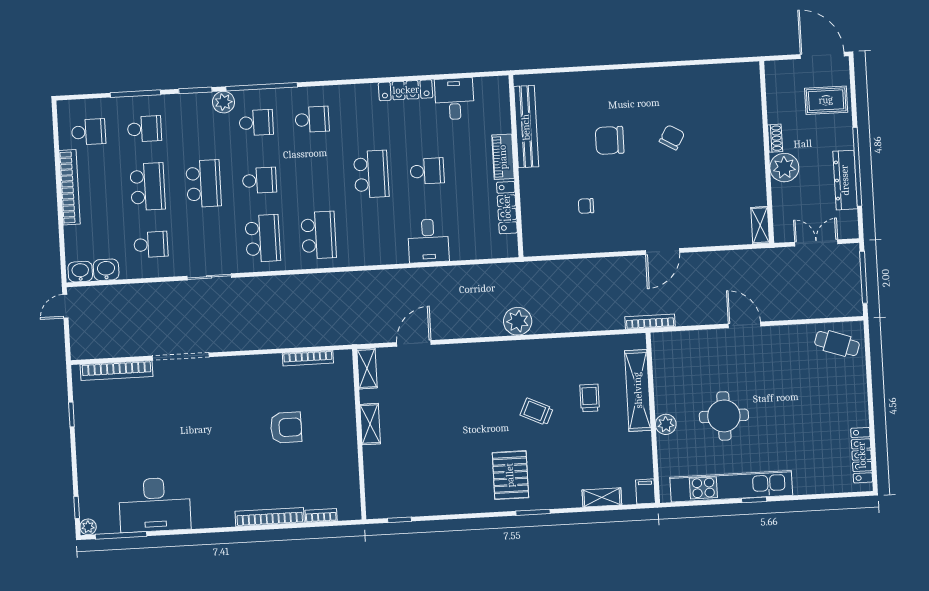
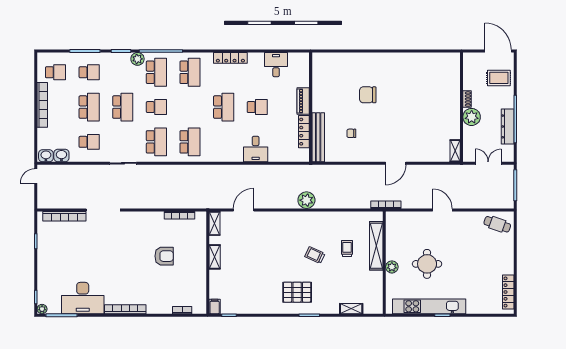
locker: (406, 90) -> (230, 58), moved
school desk: (312, 119) -> (190, 72), width x1.85
school desk: (256, 123) -> (156, 72), width x1.85
bench: (526, 127) -> (318, 137), moved
chair: (672, 137) -> (405, 95), removed
pallet: (510, 475) -> (297, 292), turned 90
filing cabinet: (645, 491) -> (215, 307), moved
bookcase: (270, 517) -> (125, 309), moved

